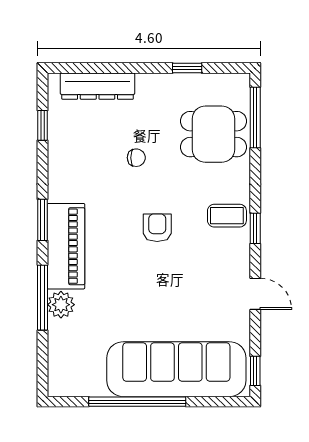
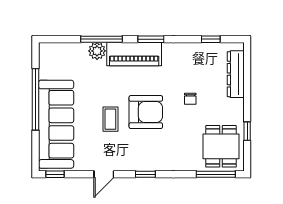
dining table: (213, 134) -> (221, 146), moved
coffee table: (227, 216) -> (110, 119), moved
armchair: (157, 228) -> (146, 112), width x1.88, depth x1.88

